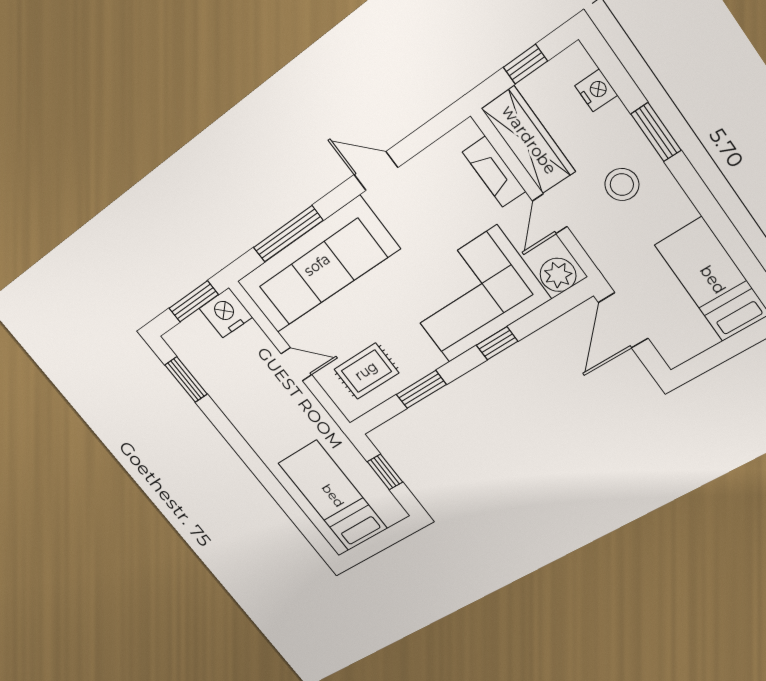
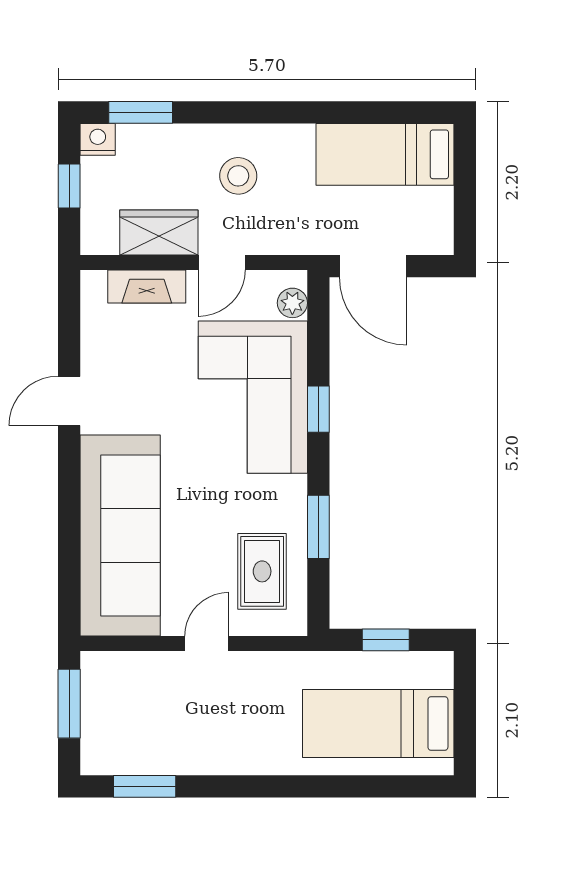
nightstand: (596, 90) -> (98, 139), moved
window: (656, 132) -> (141, 112), moved
wardrobe: (529, 140) -> (159, 233), width x0.67
door: (550, 214) -> (222, 263), hinge flipped
window: (288, 234) -> (69, 541), removed
plant: (558, 275) -> (292, 303), width x0.73, depth x0.73
nightstand: (226, 313) -> (104, 677), removed

